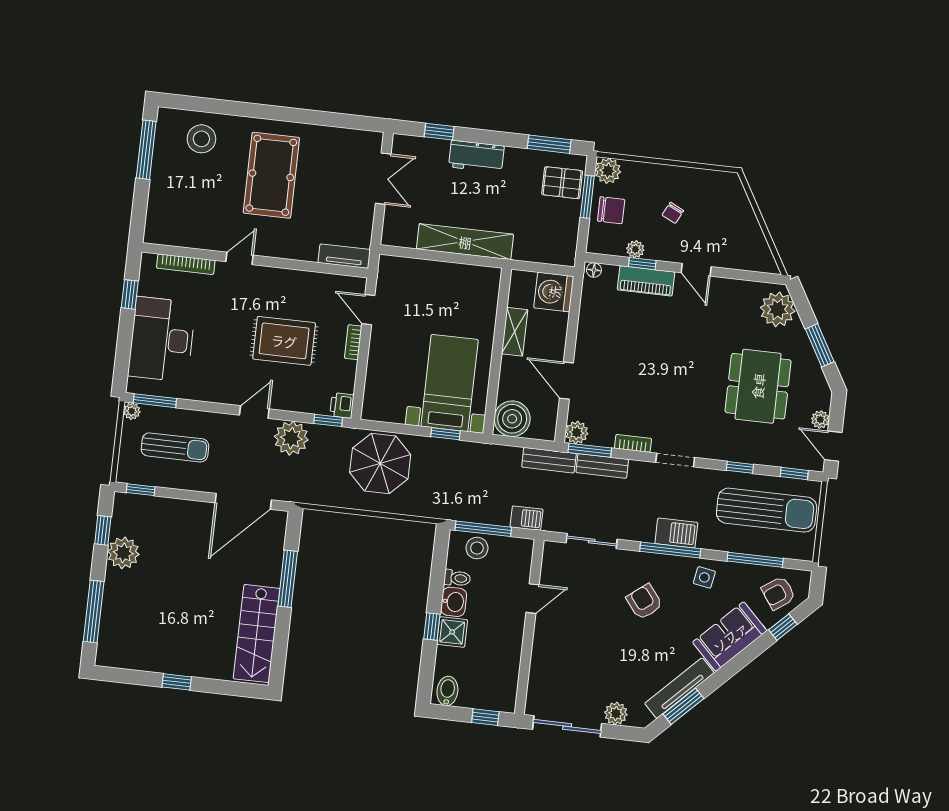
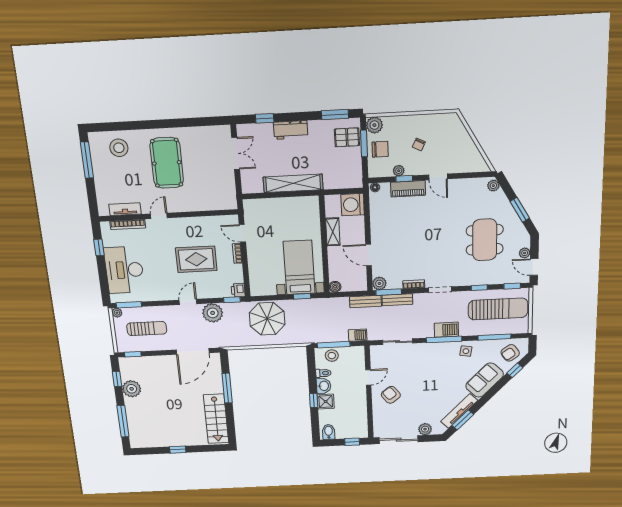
tv unit: (344, 256) -> (125, 209), moved
plant: (778, 309) -> (493, 186), width x0.53, depth x0.53
boiler: (512, 419) -> (335, 287), width x0.54, depth x0.54
armchair: (644, 602) -> (391, 395), moved

